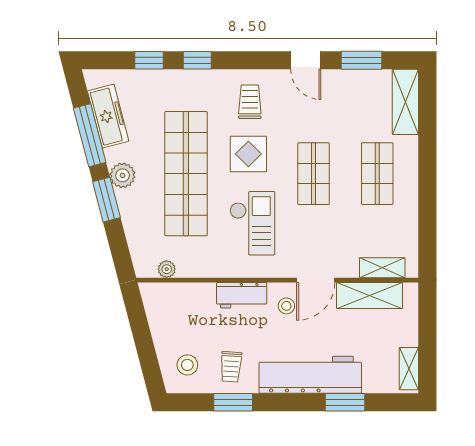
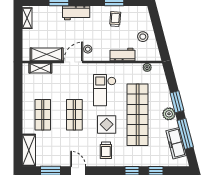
workbench: (242, 295) -> (123, 54), moved
stool: (187, 365) -> (143, 37), moved
workbench: (310, 375) -> (76, 13), width x0.53, depth x0.76

